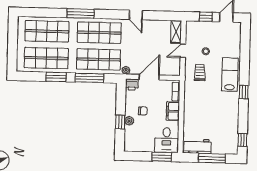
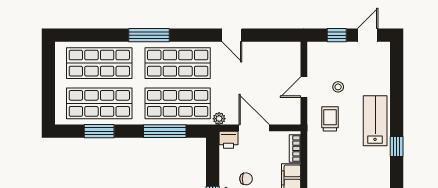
shelving: (176, 32) -> (293, 59), removed
window: (56, 77) -> (99, 131), moved
door: (149, 77) -> (254, 128), hinge flipped

